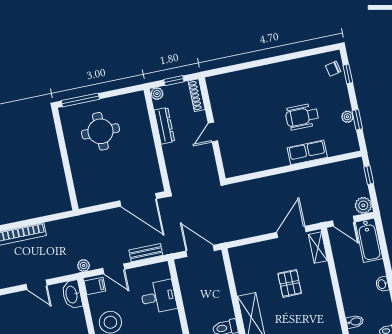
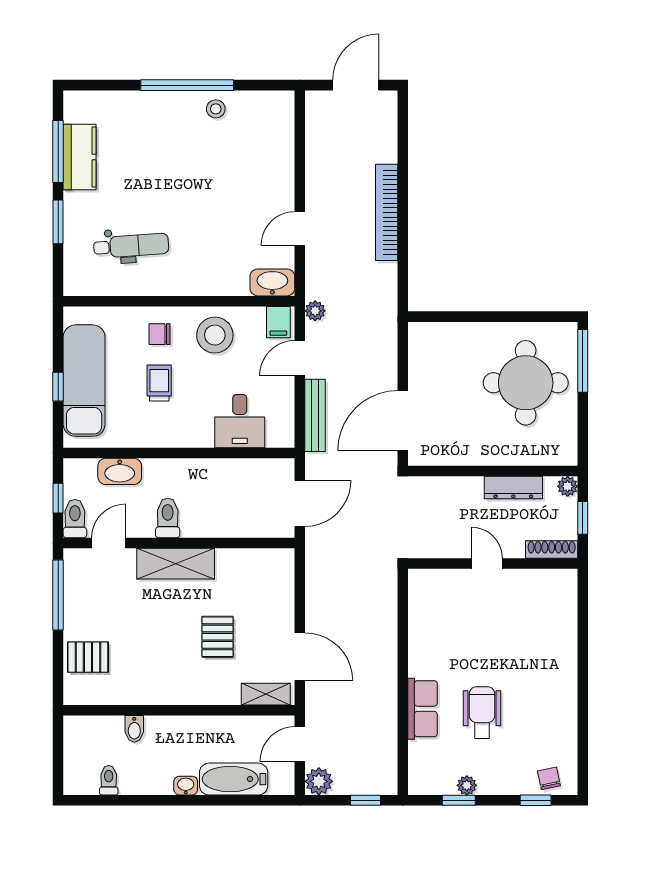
round table: (100, 131) -> (526, 383), width x1.36, depth x1.36
bathtub: (369, 240) -> (234, 779), moved
bench: (146, 253) -> (315, 415), width x1.36
pallet: (290, 283) -> (218, 637), turned 90

